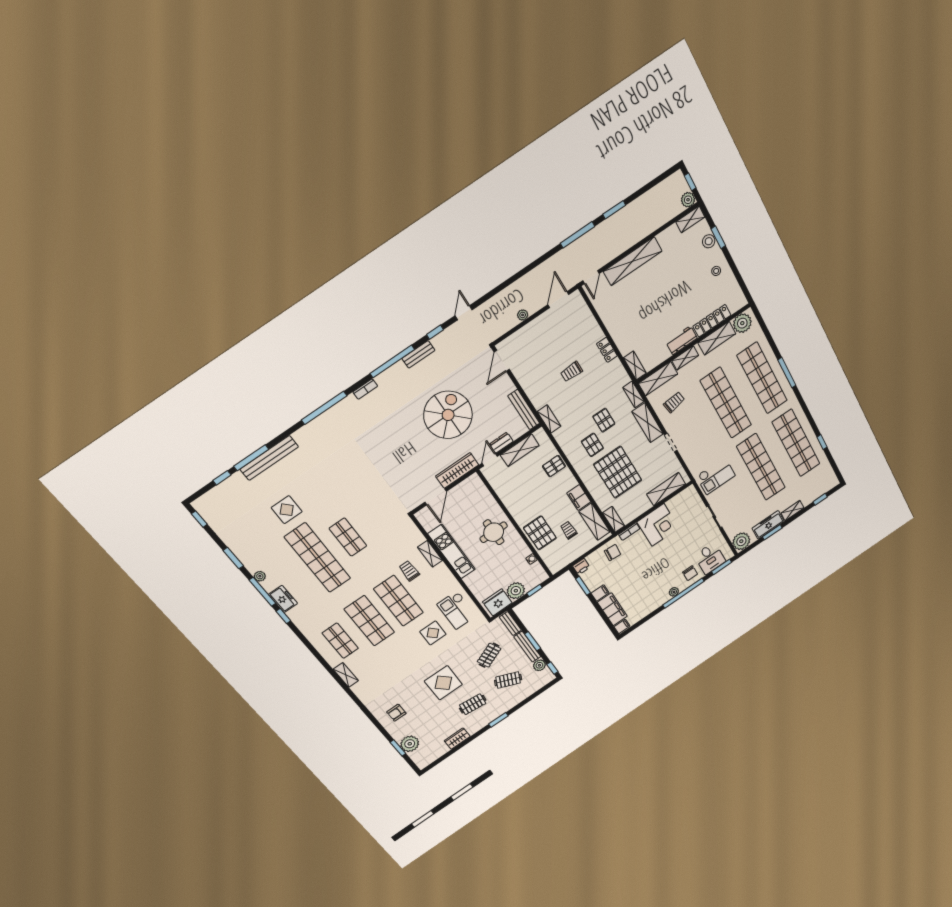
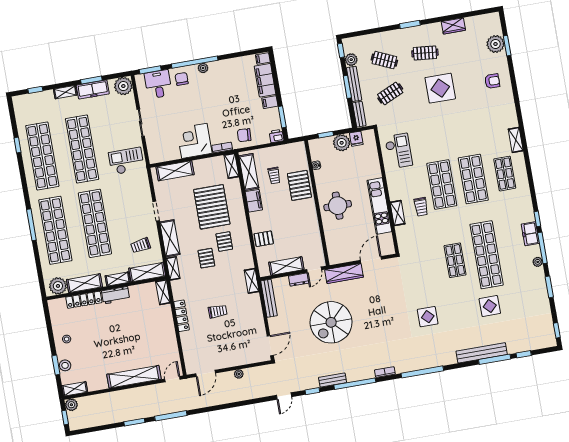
locker: (607, 350) -> (181, 316), width x1.53
fridge: (497, 602) -> (356, 139), width x0.53, depth x0.75
display table: (433, 633) -> (428, 317), moved

